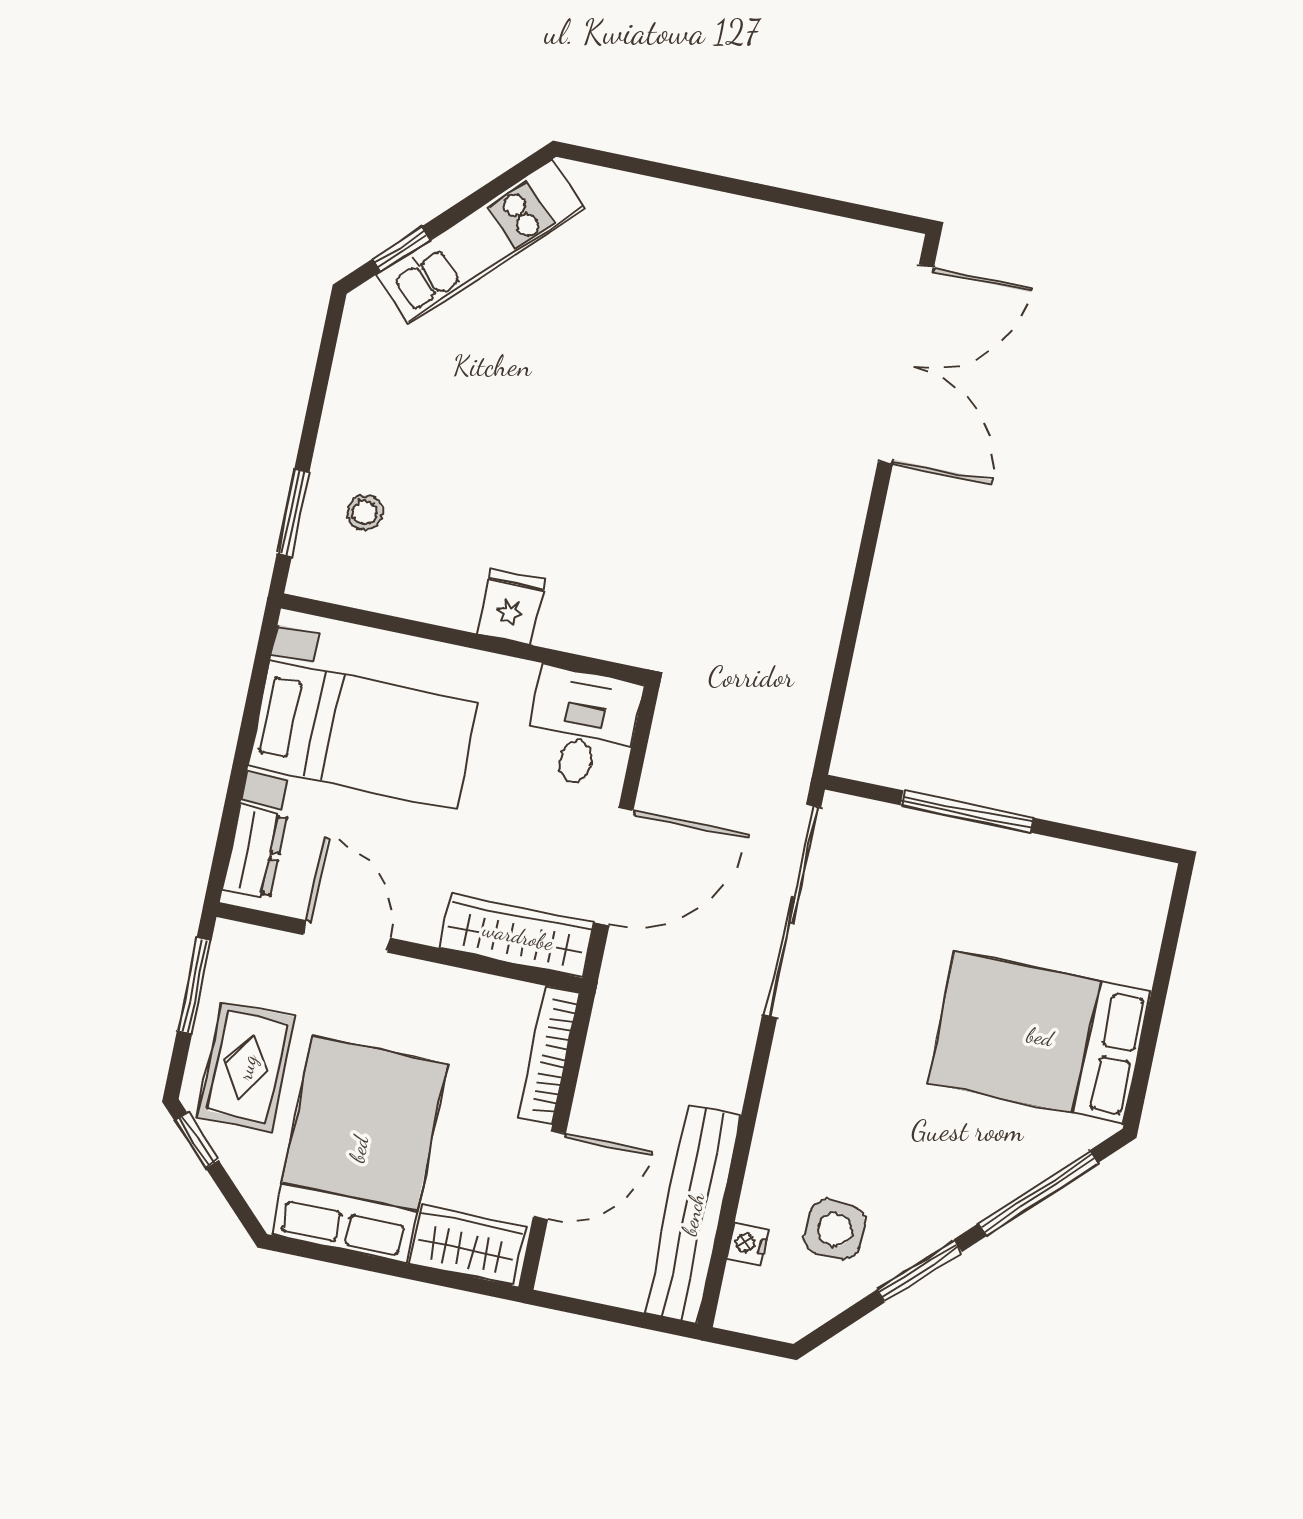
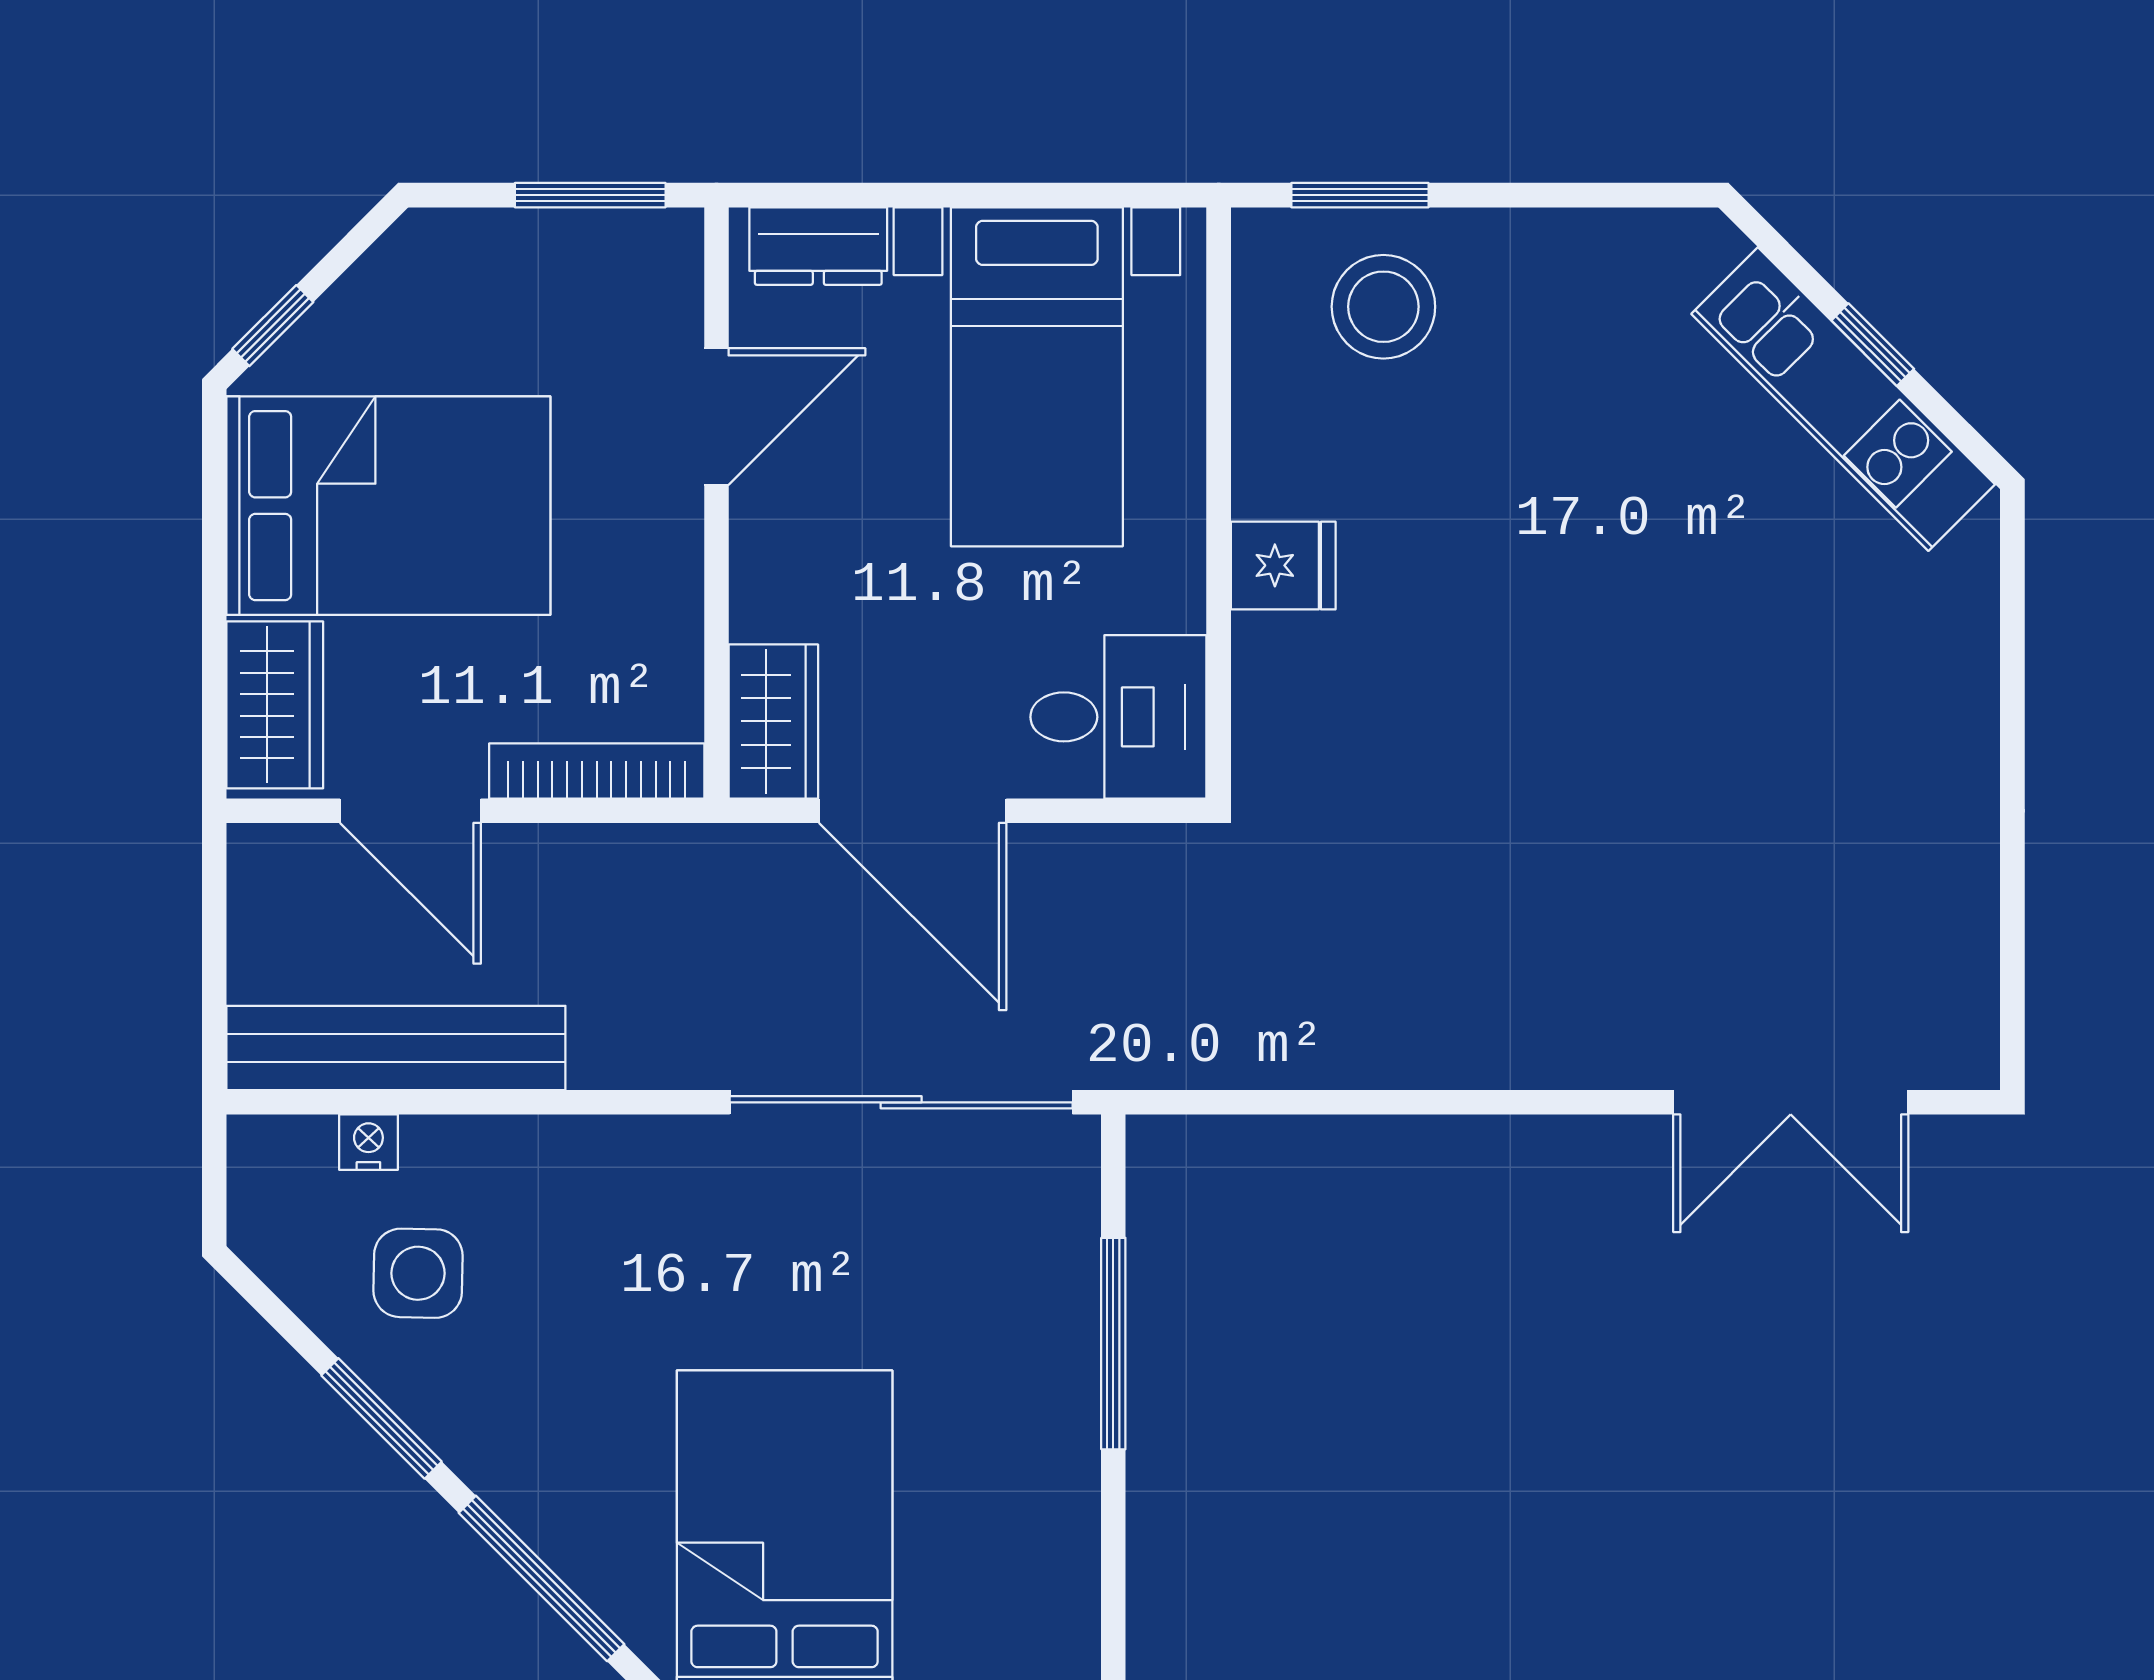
window: (401, 249) -> (1873, 345), moved
double door: (906, 364) -> (1791, 1102), width x0.73
stool: (365, 512) -> (1383, 307), width x1.89, depth x1.89
wardrobe: (518, 936) -> (773, 721), width x0.67
rug: (247, 1067) -> (480, 303), removed
window: (196, 1140) -> (273, 326), moved

